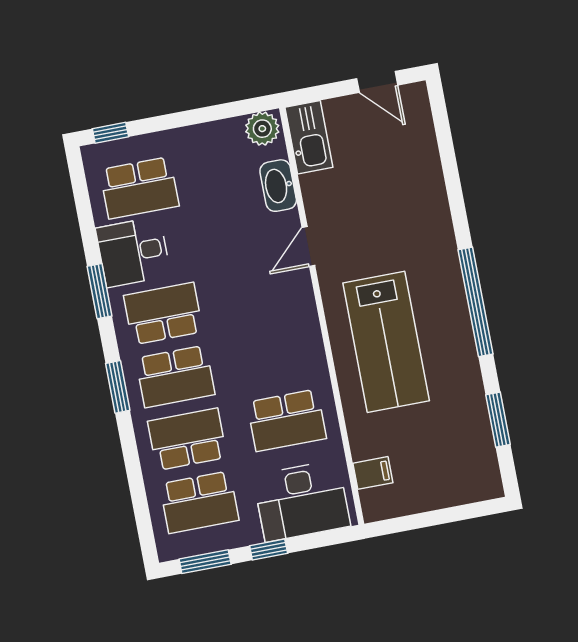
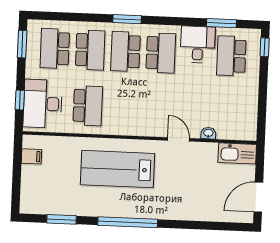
door: (377, 82) -> (258, 197), width x1.38
plant: (262, 129) -> (248, 129), removed
washbasin: (278, 186) -> (208, 133), width x0.52, depth x0.69
window: (100, 291) -> (221, 23), moved
school desk: (287, 420) -> (88, 106), turned 180
filing cabinet: (373, 473) -> (31, 156), moved, turned -90
window: (269, 550) -> (20, 100), moved

